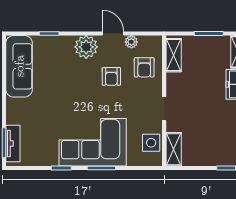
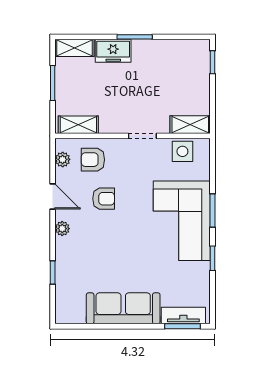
door: (113, 33) -> (53, 197), swing flipped
plant: (131, 42) -> (63, 159), moved
plant: (86, 47) -> (62, 229), width x0.53, depth x0.53
sofa: (19, 66) -> (123, 308), moved
armchair: (144, 67) -> (93, 160), turned 180

